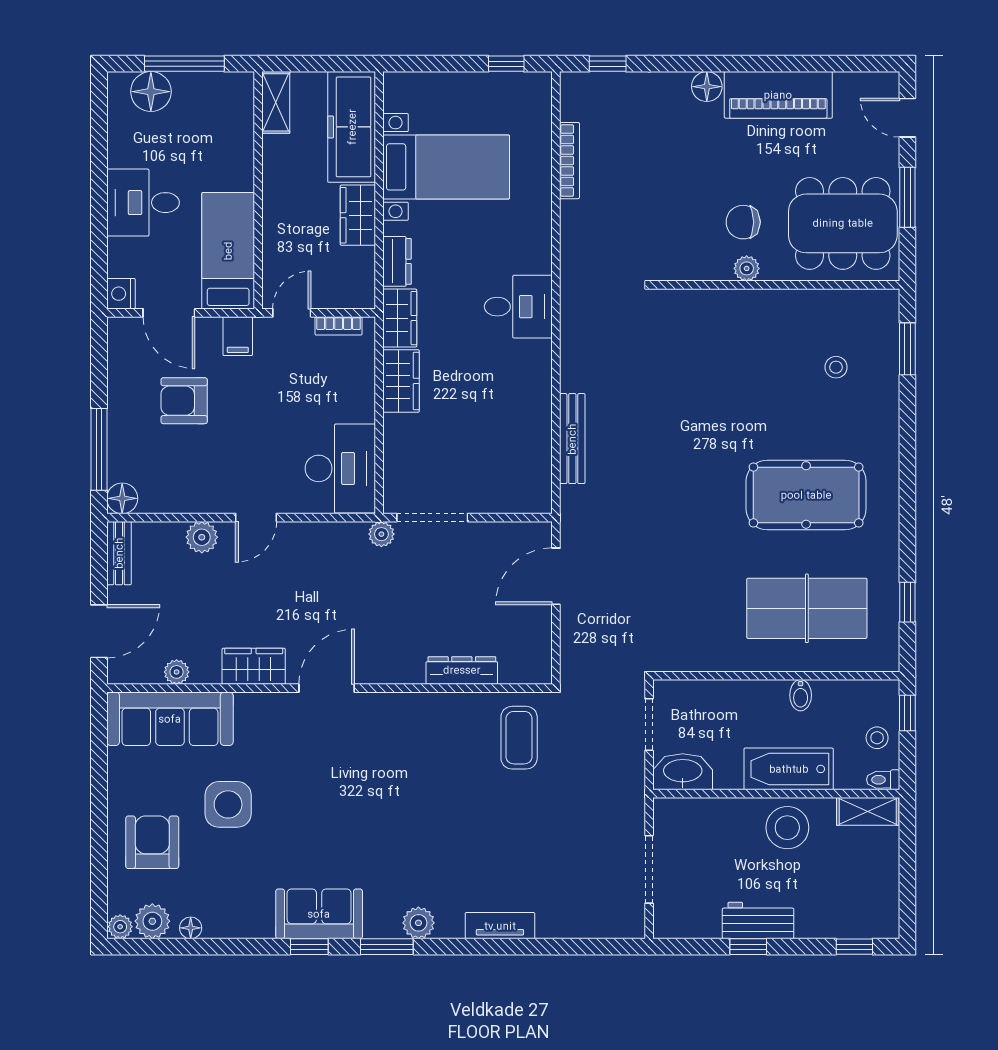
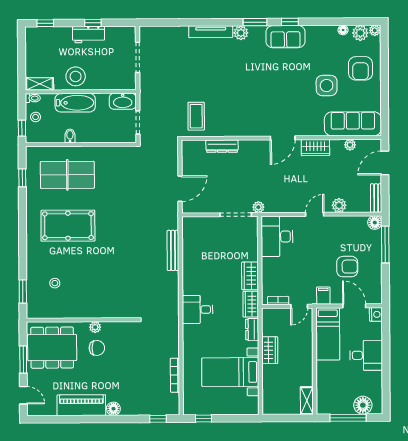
freezer: (352, 127) -> (273, 390), removed
tv unit: (500, 926) -> (211, 32), width x1.41

